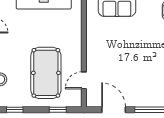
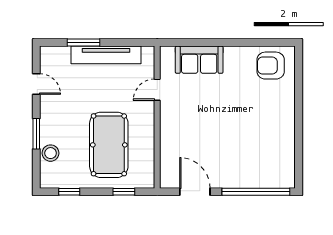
door: (84, 80) -> (157, 90), moved

